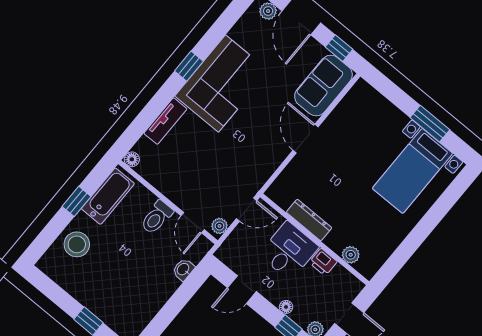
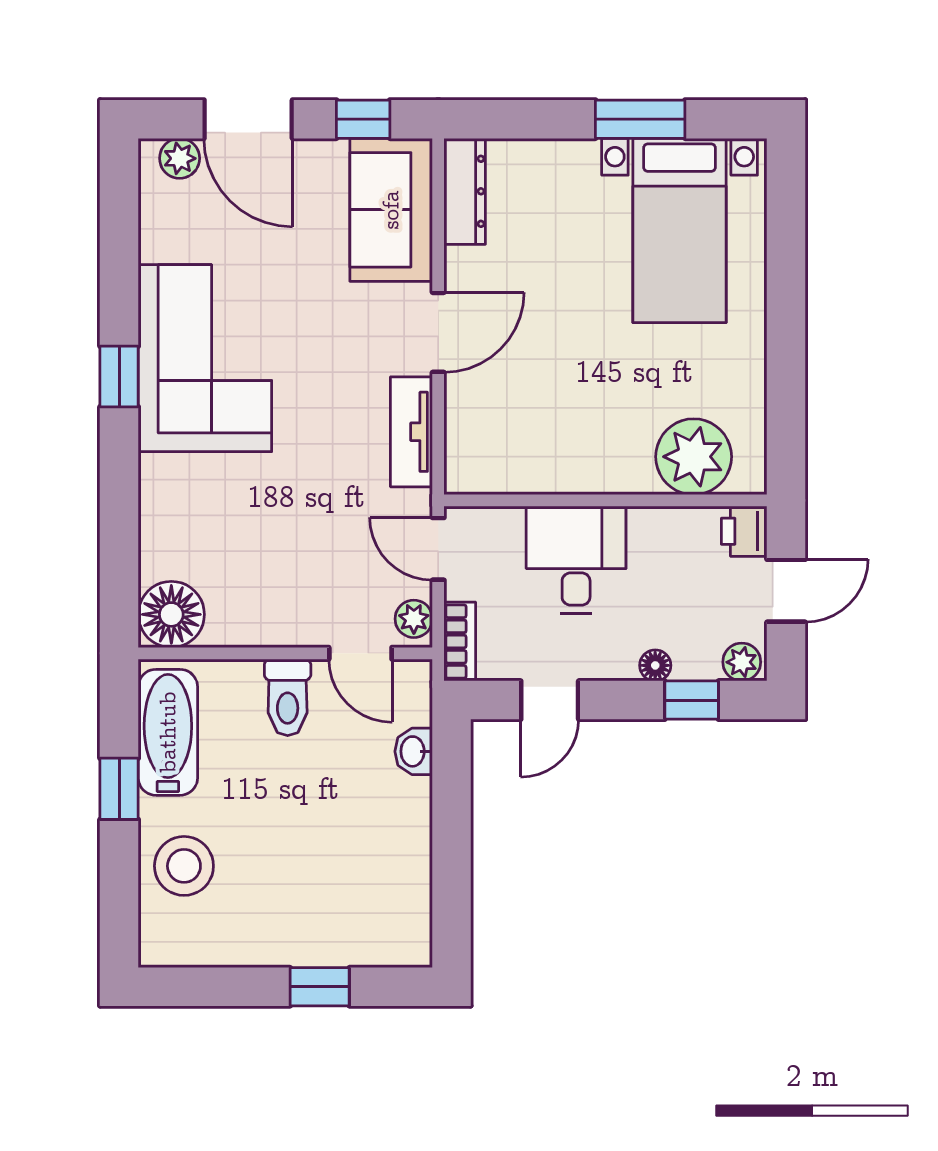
tv unit: (165, 121) -> (411, 432), moved, turned 180
door: (306, 139) -> (438, 332), swing flipped
floor lamp: (132, 159) -> (171, 614), width x1.89, depth x1.89
door: (247, 210) -> (438, 549), swing flipped
dresser: (309, 220) -> (465, 191), moved, turned 90
bookcase: (228, 246) -> (460, 642), added
plant: (351, 255) -> (694, 457), width x1.88, depth x1.88
printer: (323, 262) -> (744, 531), moved, turned 90

